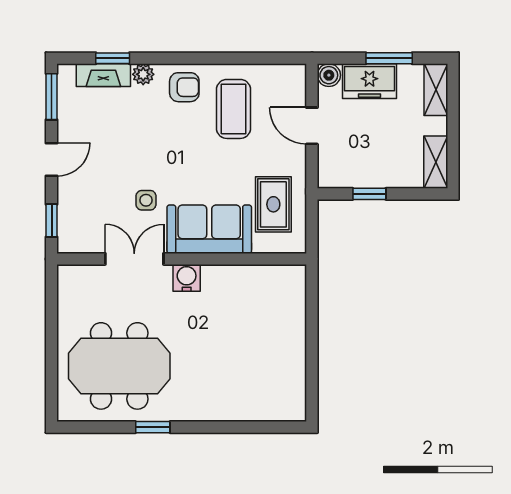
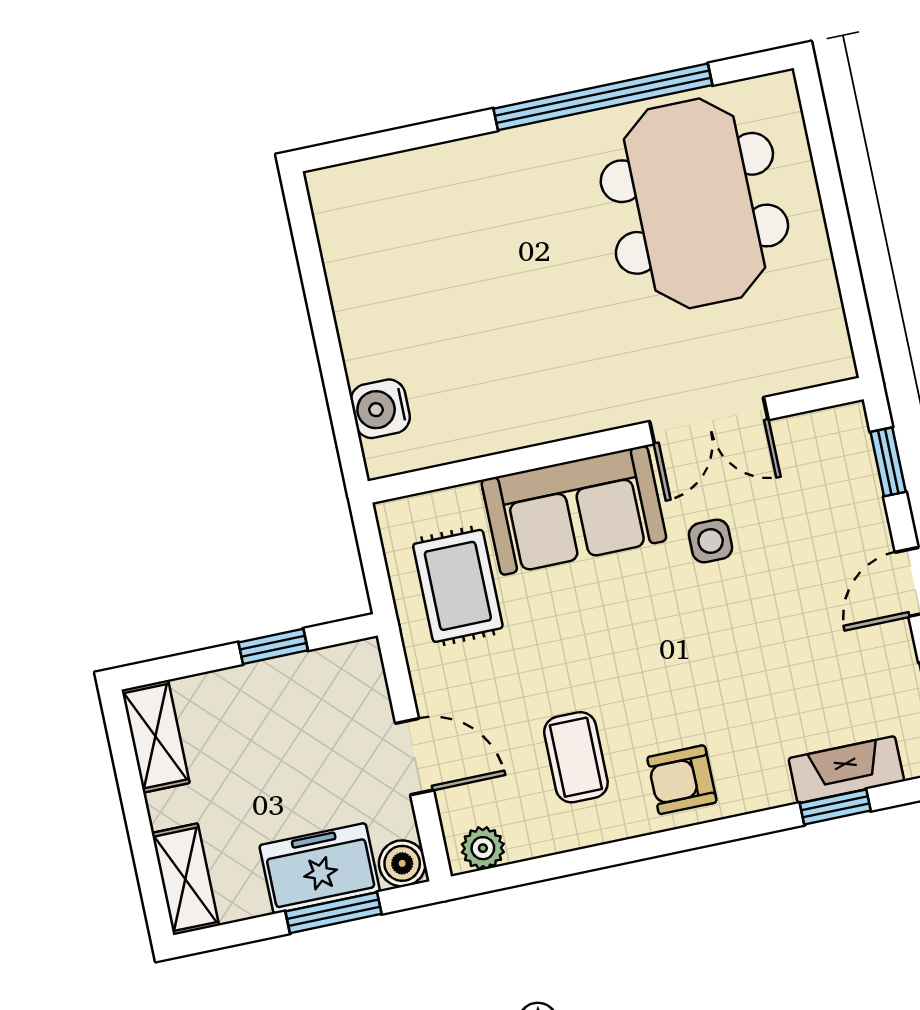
window: (389, 58) -> (333, 913), moved
plant: (143, 74) -> (483, 848), moved
coffee table: (234, 109) -> (576, 757), width x0.73, depth x0.77
water cooler: (187, 278) -> (380, 409), moved, turned 90
meeting table: (119, 366) -> (694, 203), turned 90
window: (153, 427) -> (603, 97), width x3.17

